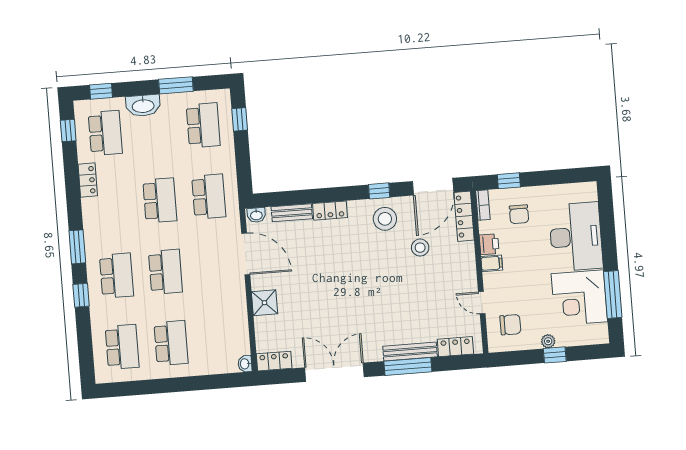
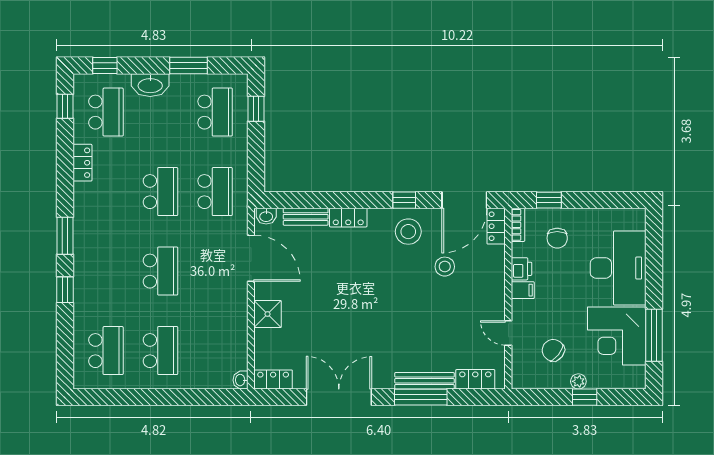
locker: (464, 216) -> (496, 226), width x0.66
school desk: (116, 276) -> (106, 271), removed
chair: (510, 325) -> (553, 350), moved, turned -142

